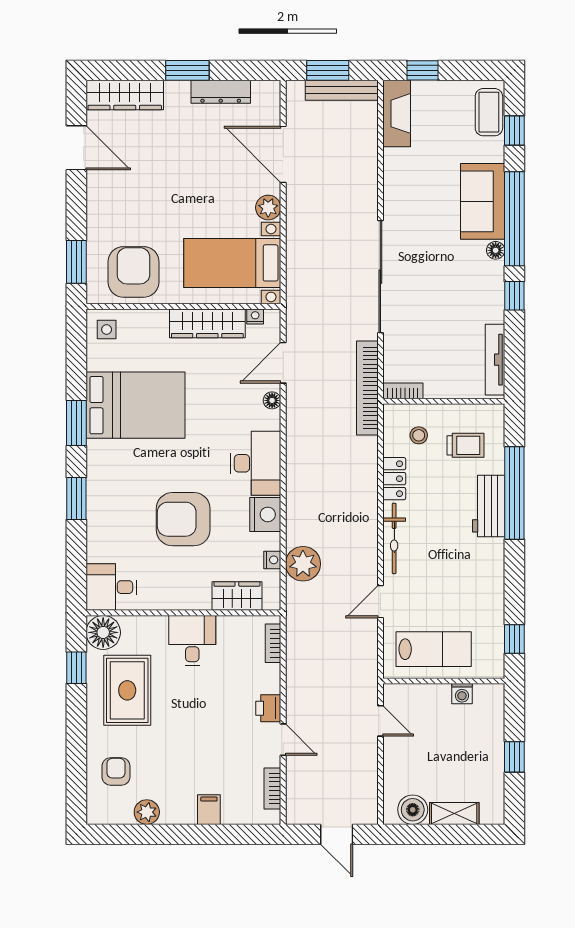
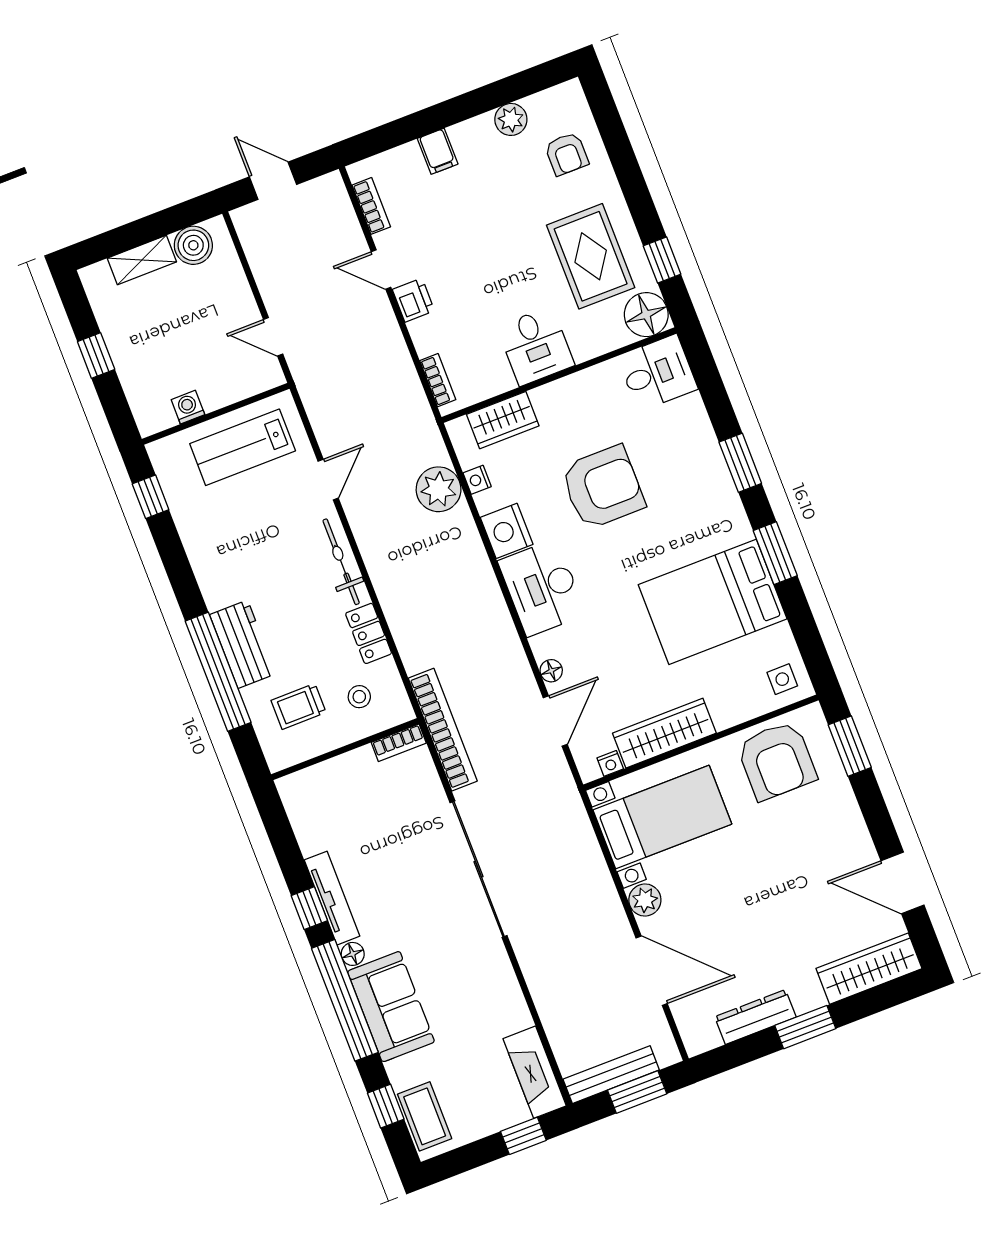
tv unit: (495, 360) -> (332, 898), moved

